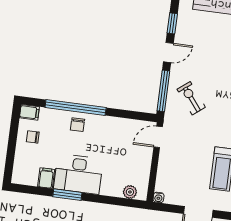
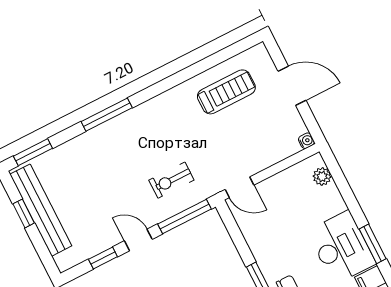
exercise bike: (191, 98) -> (171, 180), turned 38

